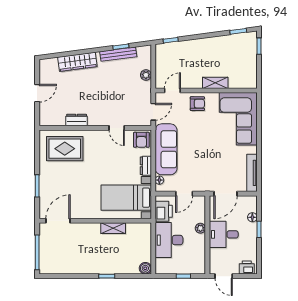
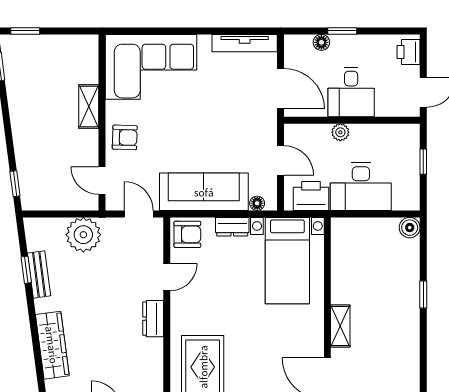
bench: (118, 54) -> (39, 274), width x0.73
plant: (146, 75) -> (83, 235), width x1.88, depth x1.88
armchair: (197, 104) -> (125, 137), turned 92
dresser: (77, 120) -> (153, 319), moved
shelving: (113, 228) -> (340, 326), moved

